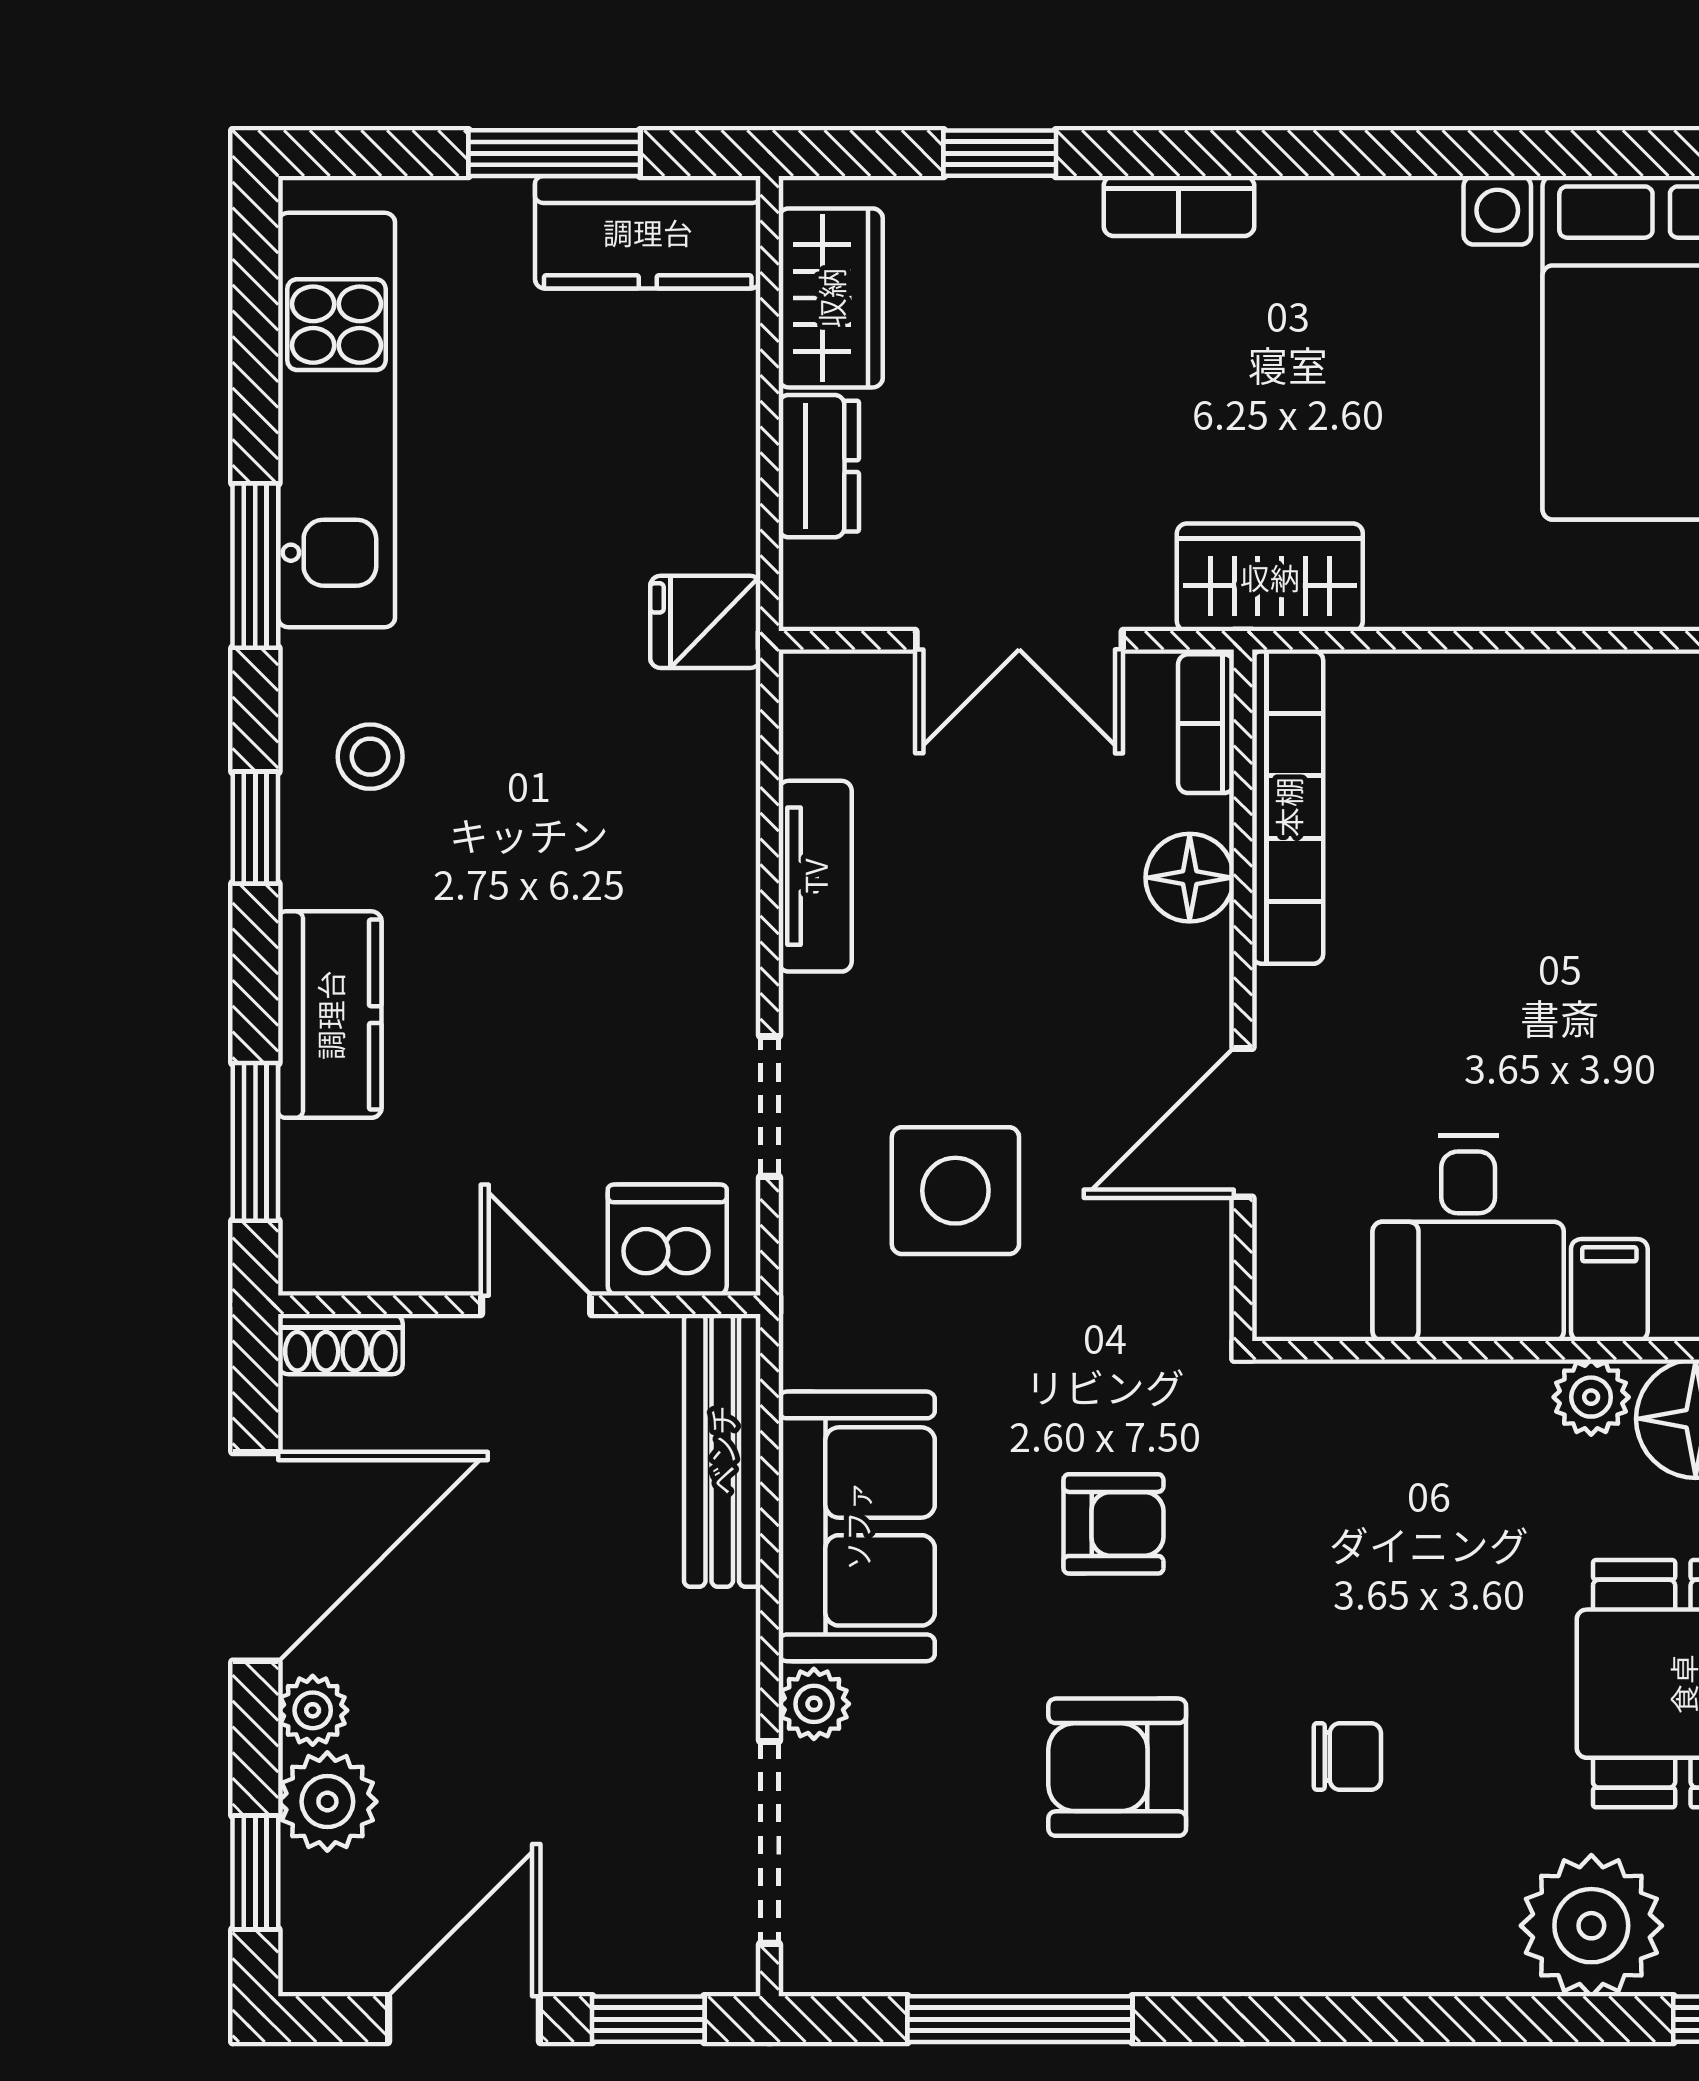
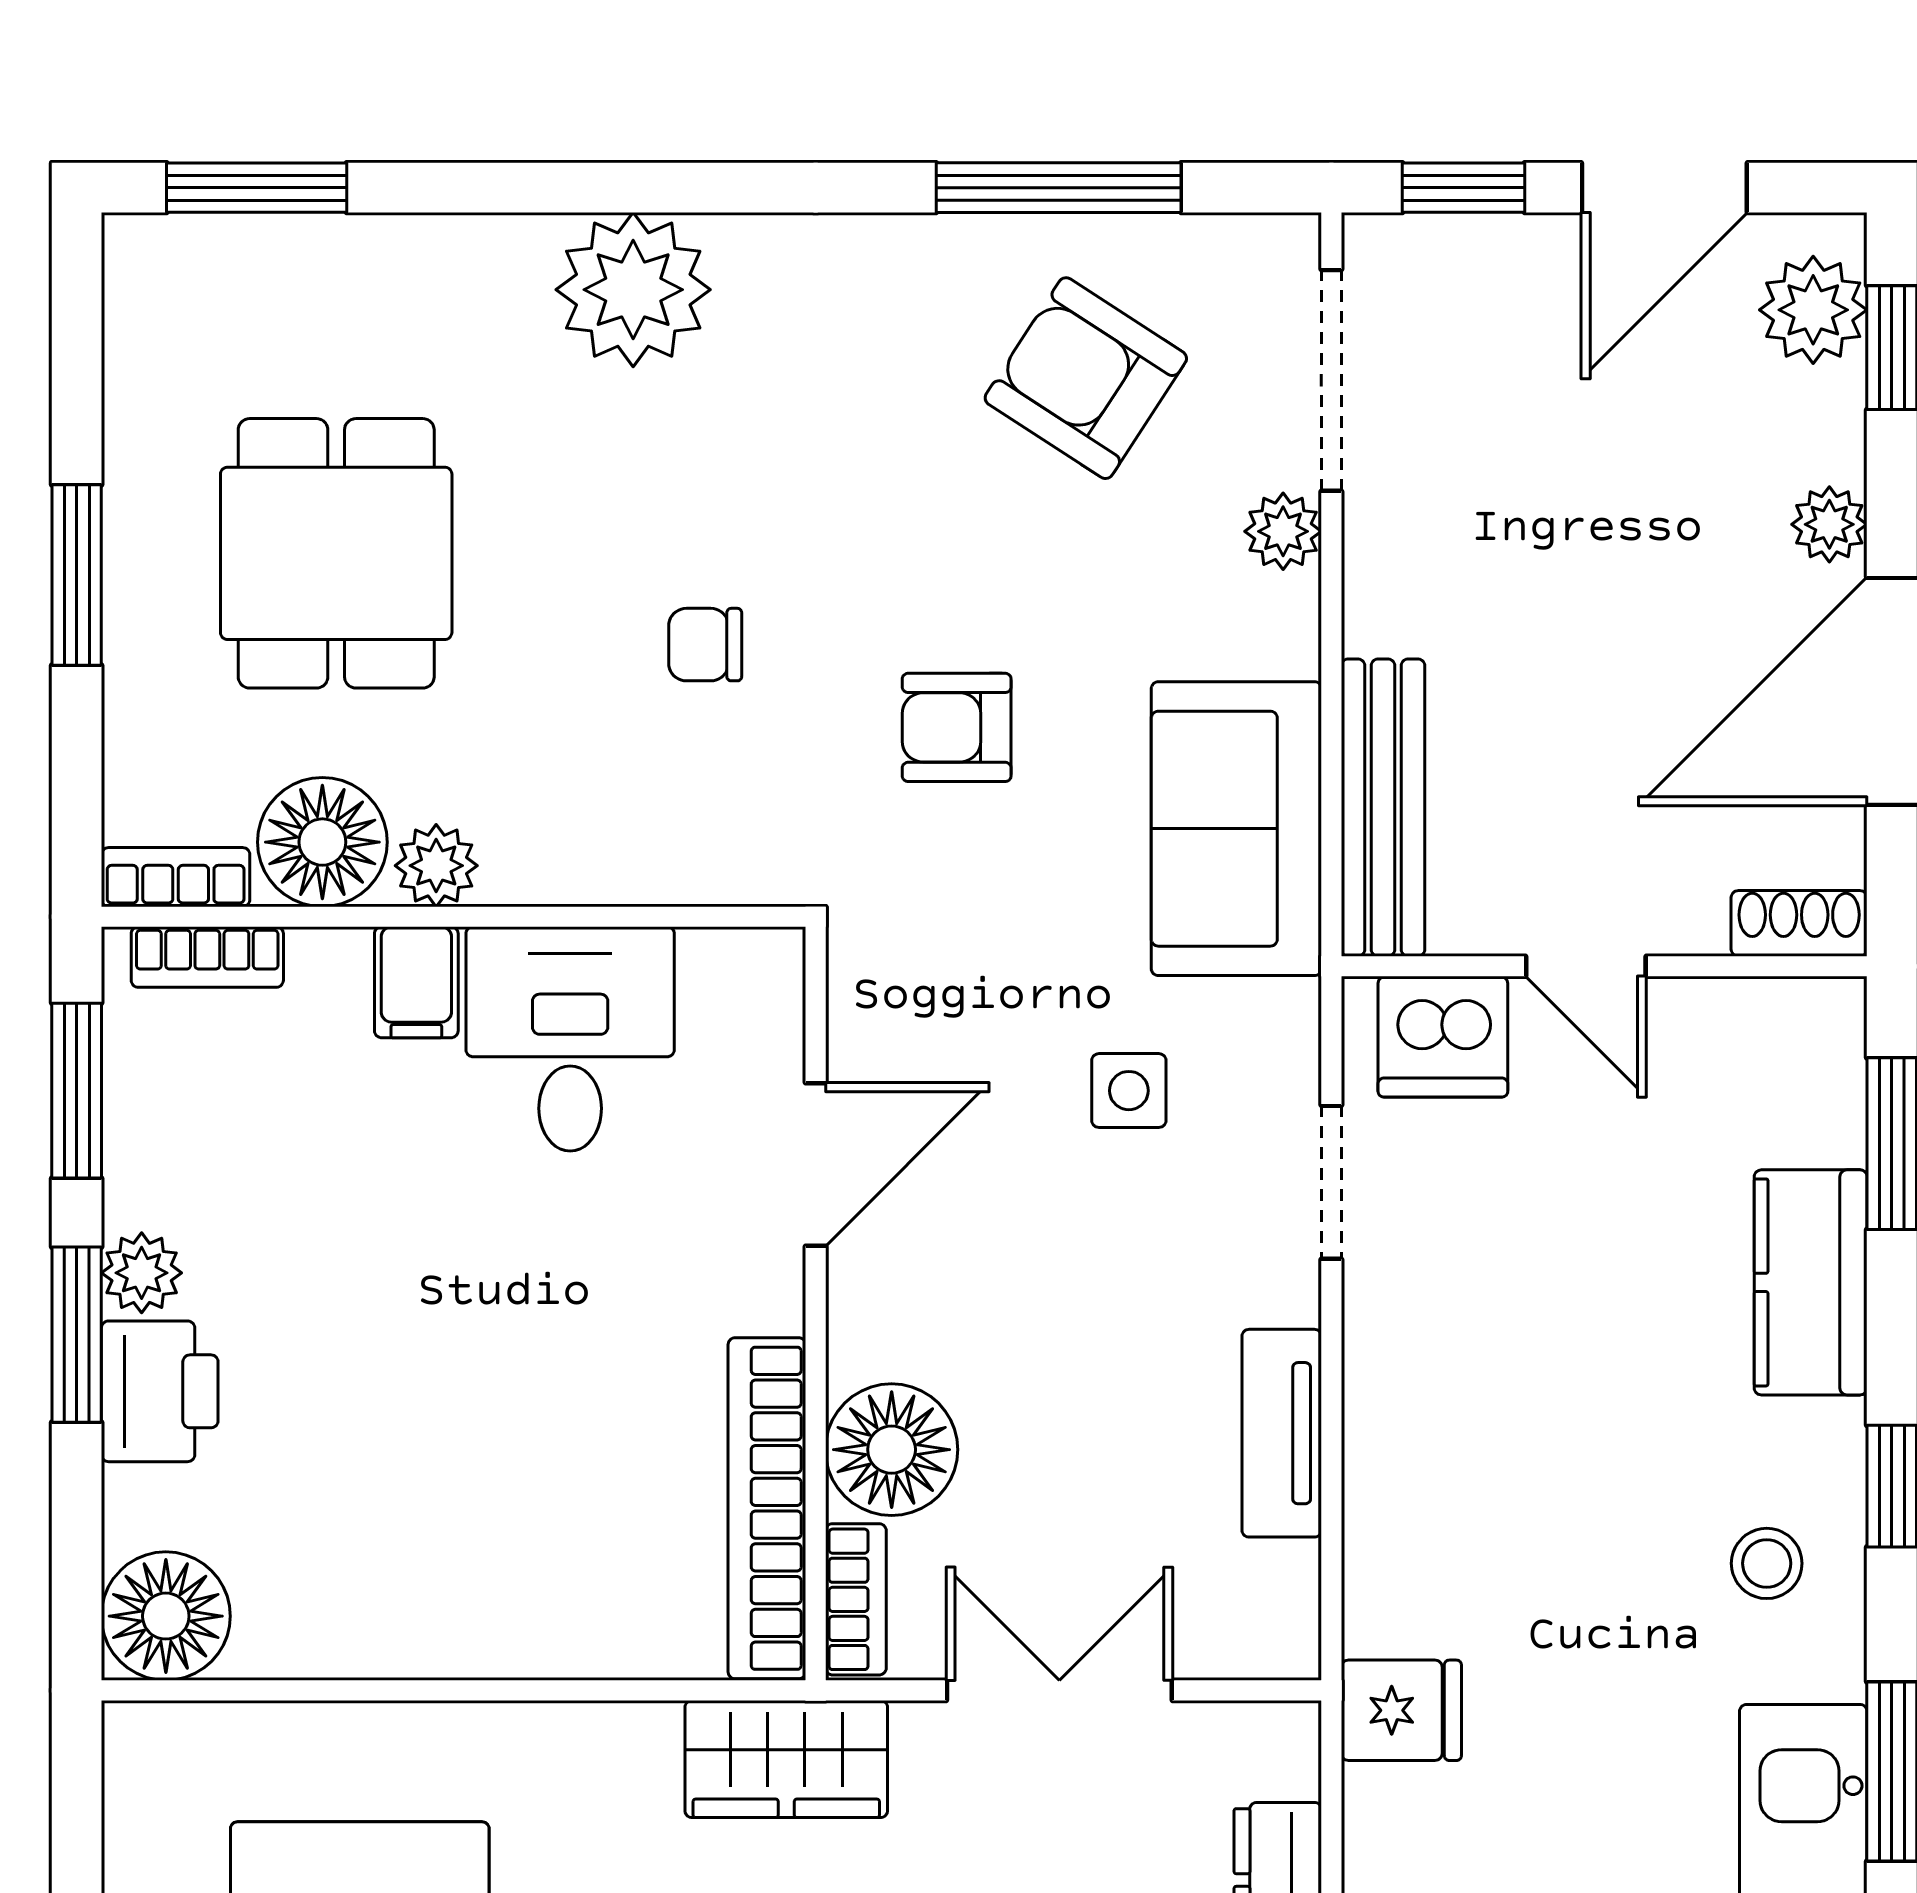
floor lamp: (1190, 878) -> (892, 1450), width x1.38, depth x1.38
side table: (955, 1191) -> (1129, 1091), width x0.54, depth x0.54
sofa: (857, 1526) -> (1236, 829), moved
chair: (1347, 1756) -> (705, 645), moved
armchair: (1117, 1767) -> (1086, 378), moved, turned -147
plant: (327, 1802) -> (1813, 310), moved
plant: (1591, 1926) -> (633, 290), moved

